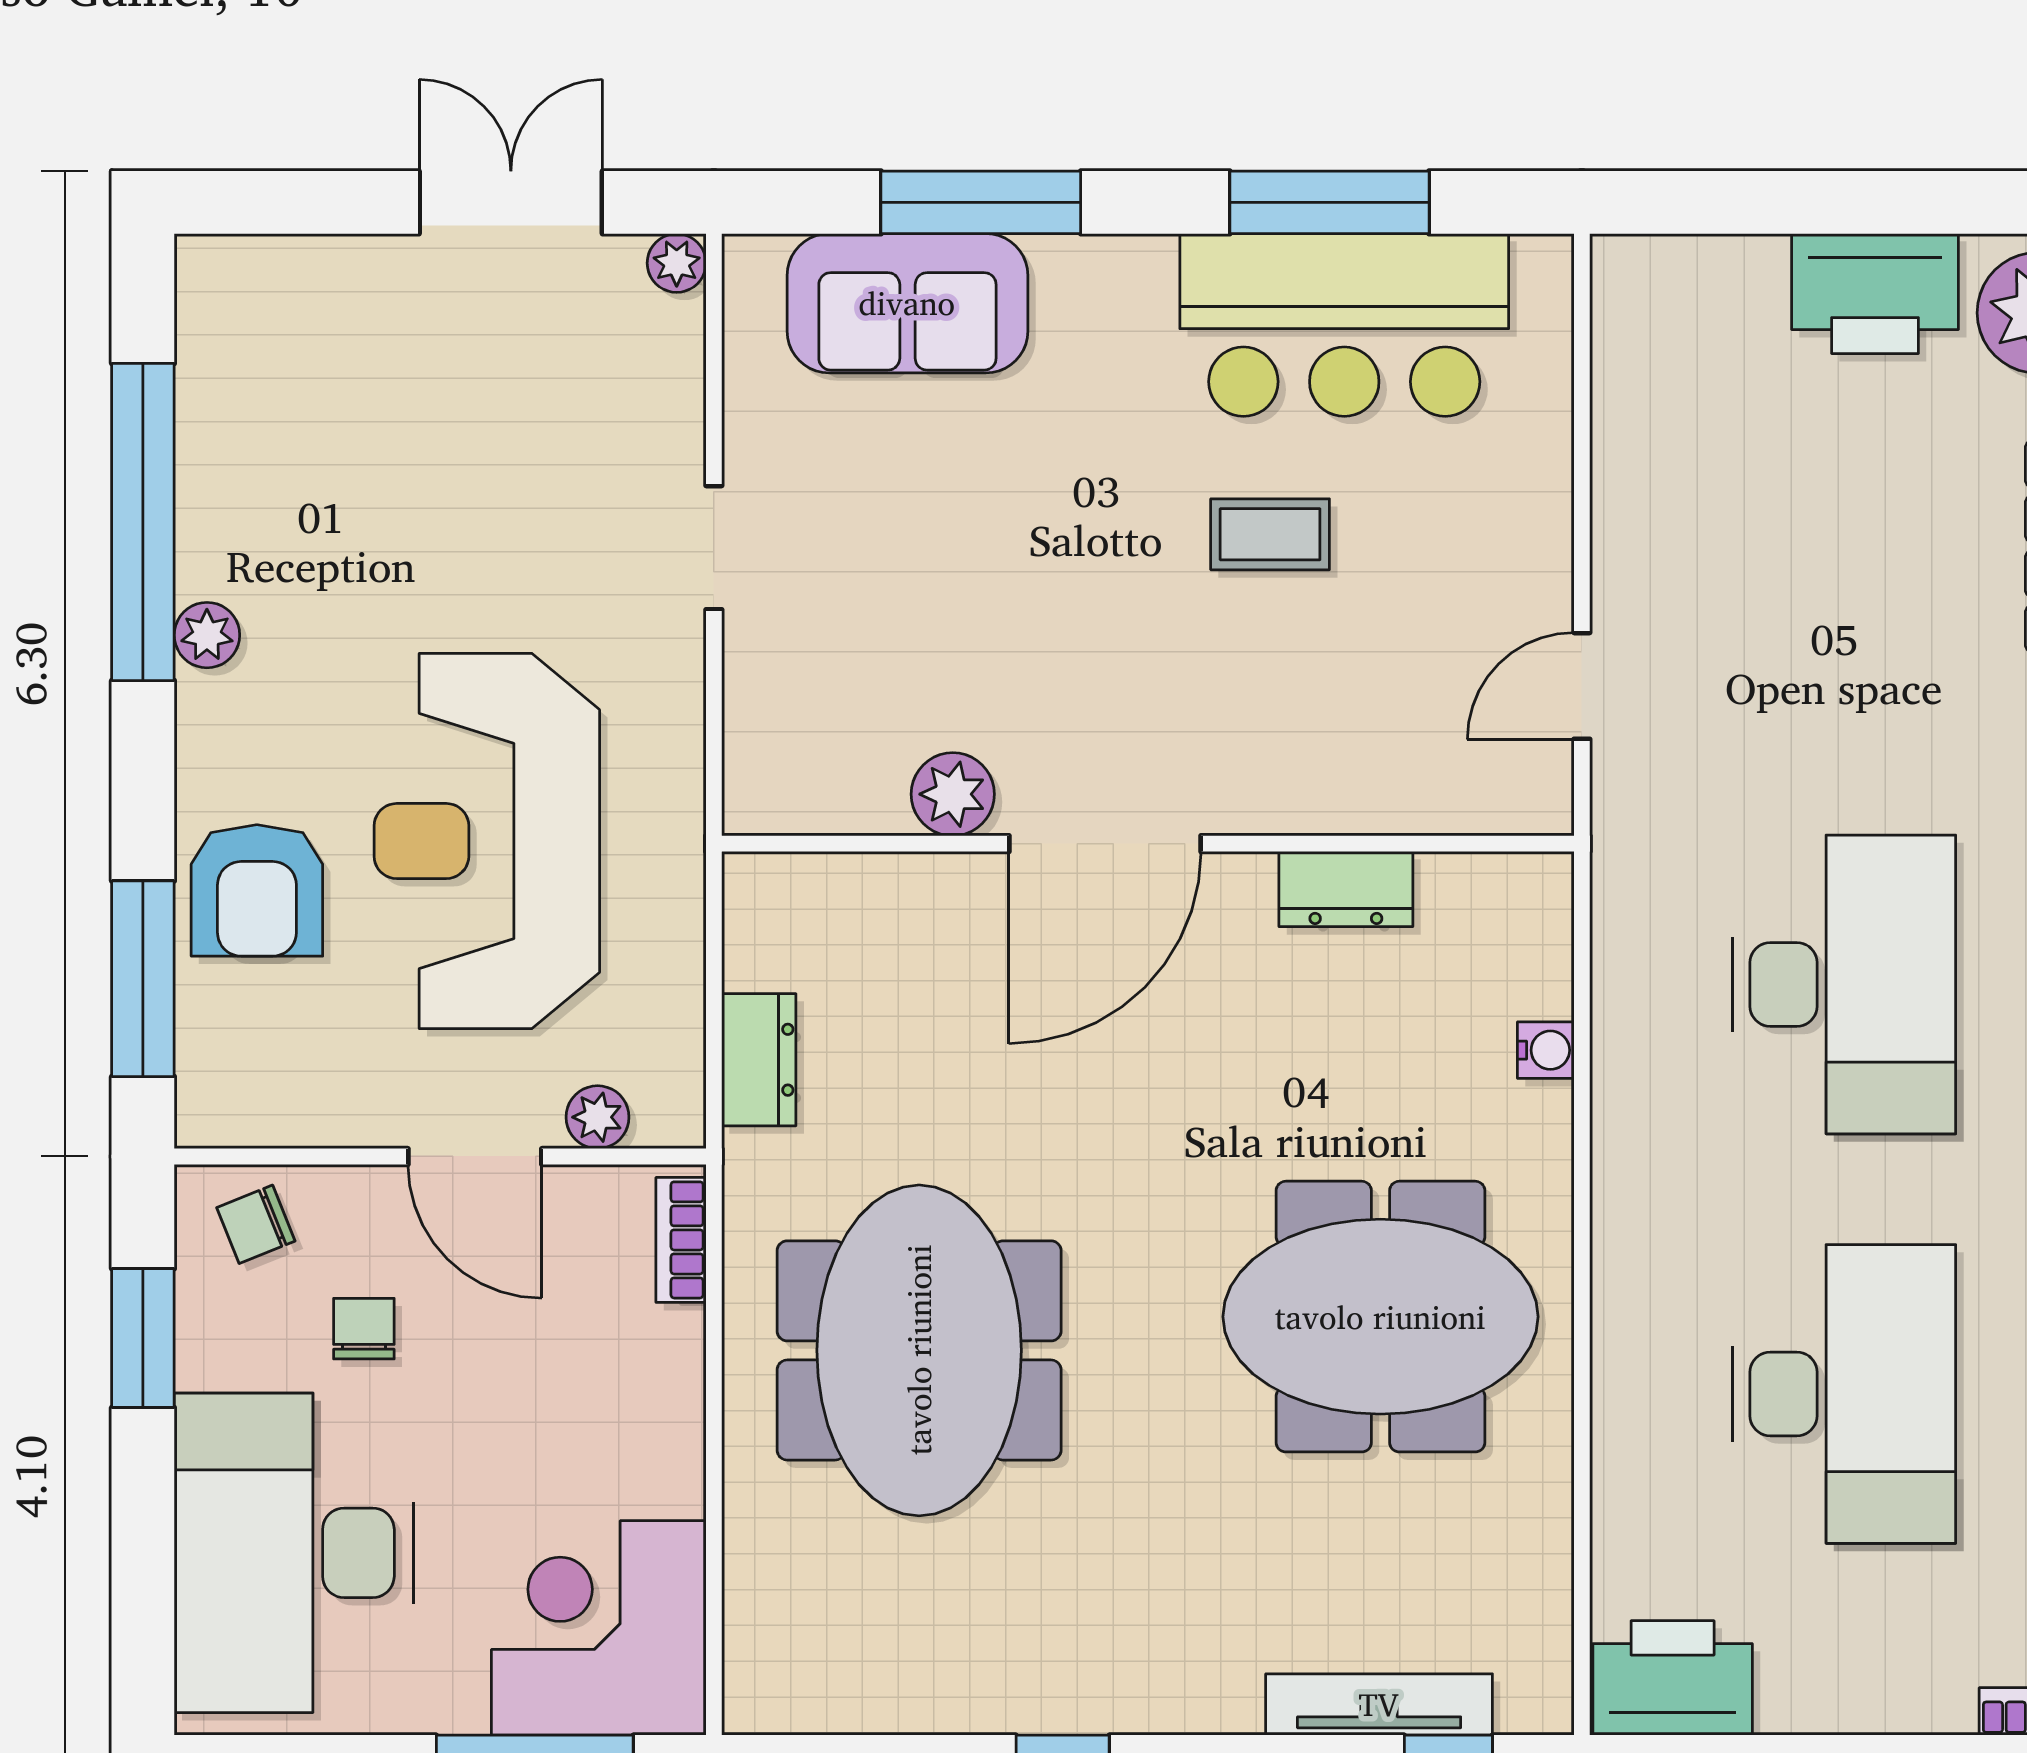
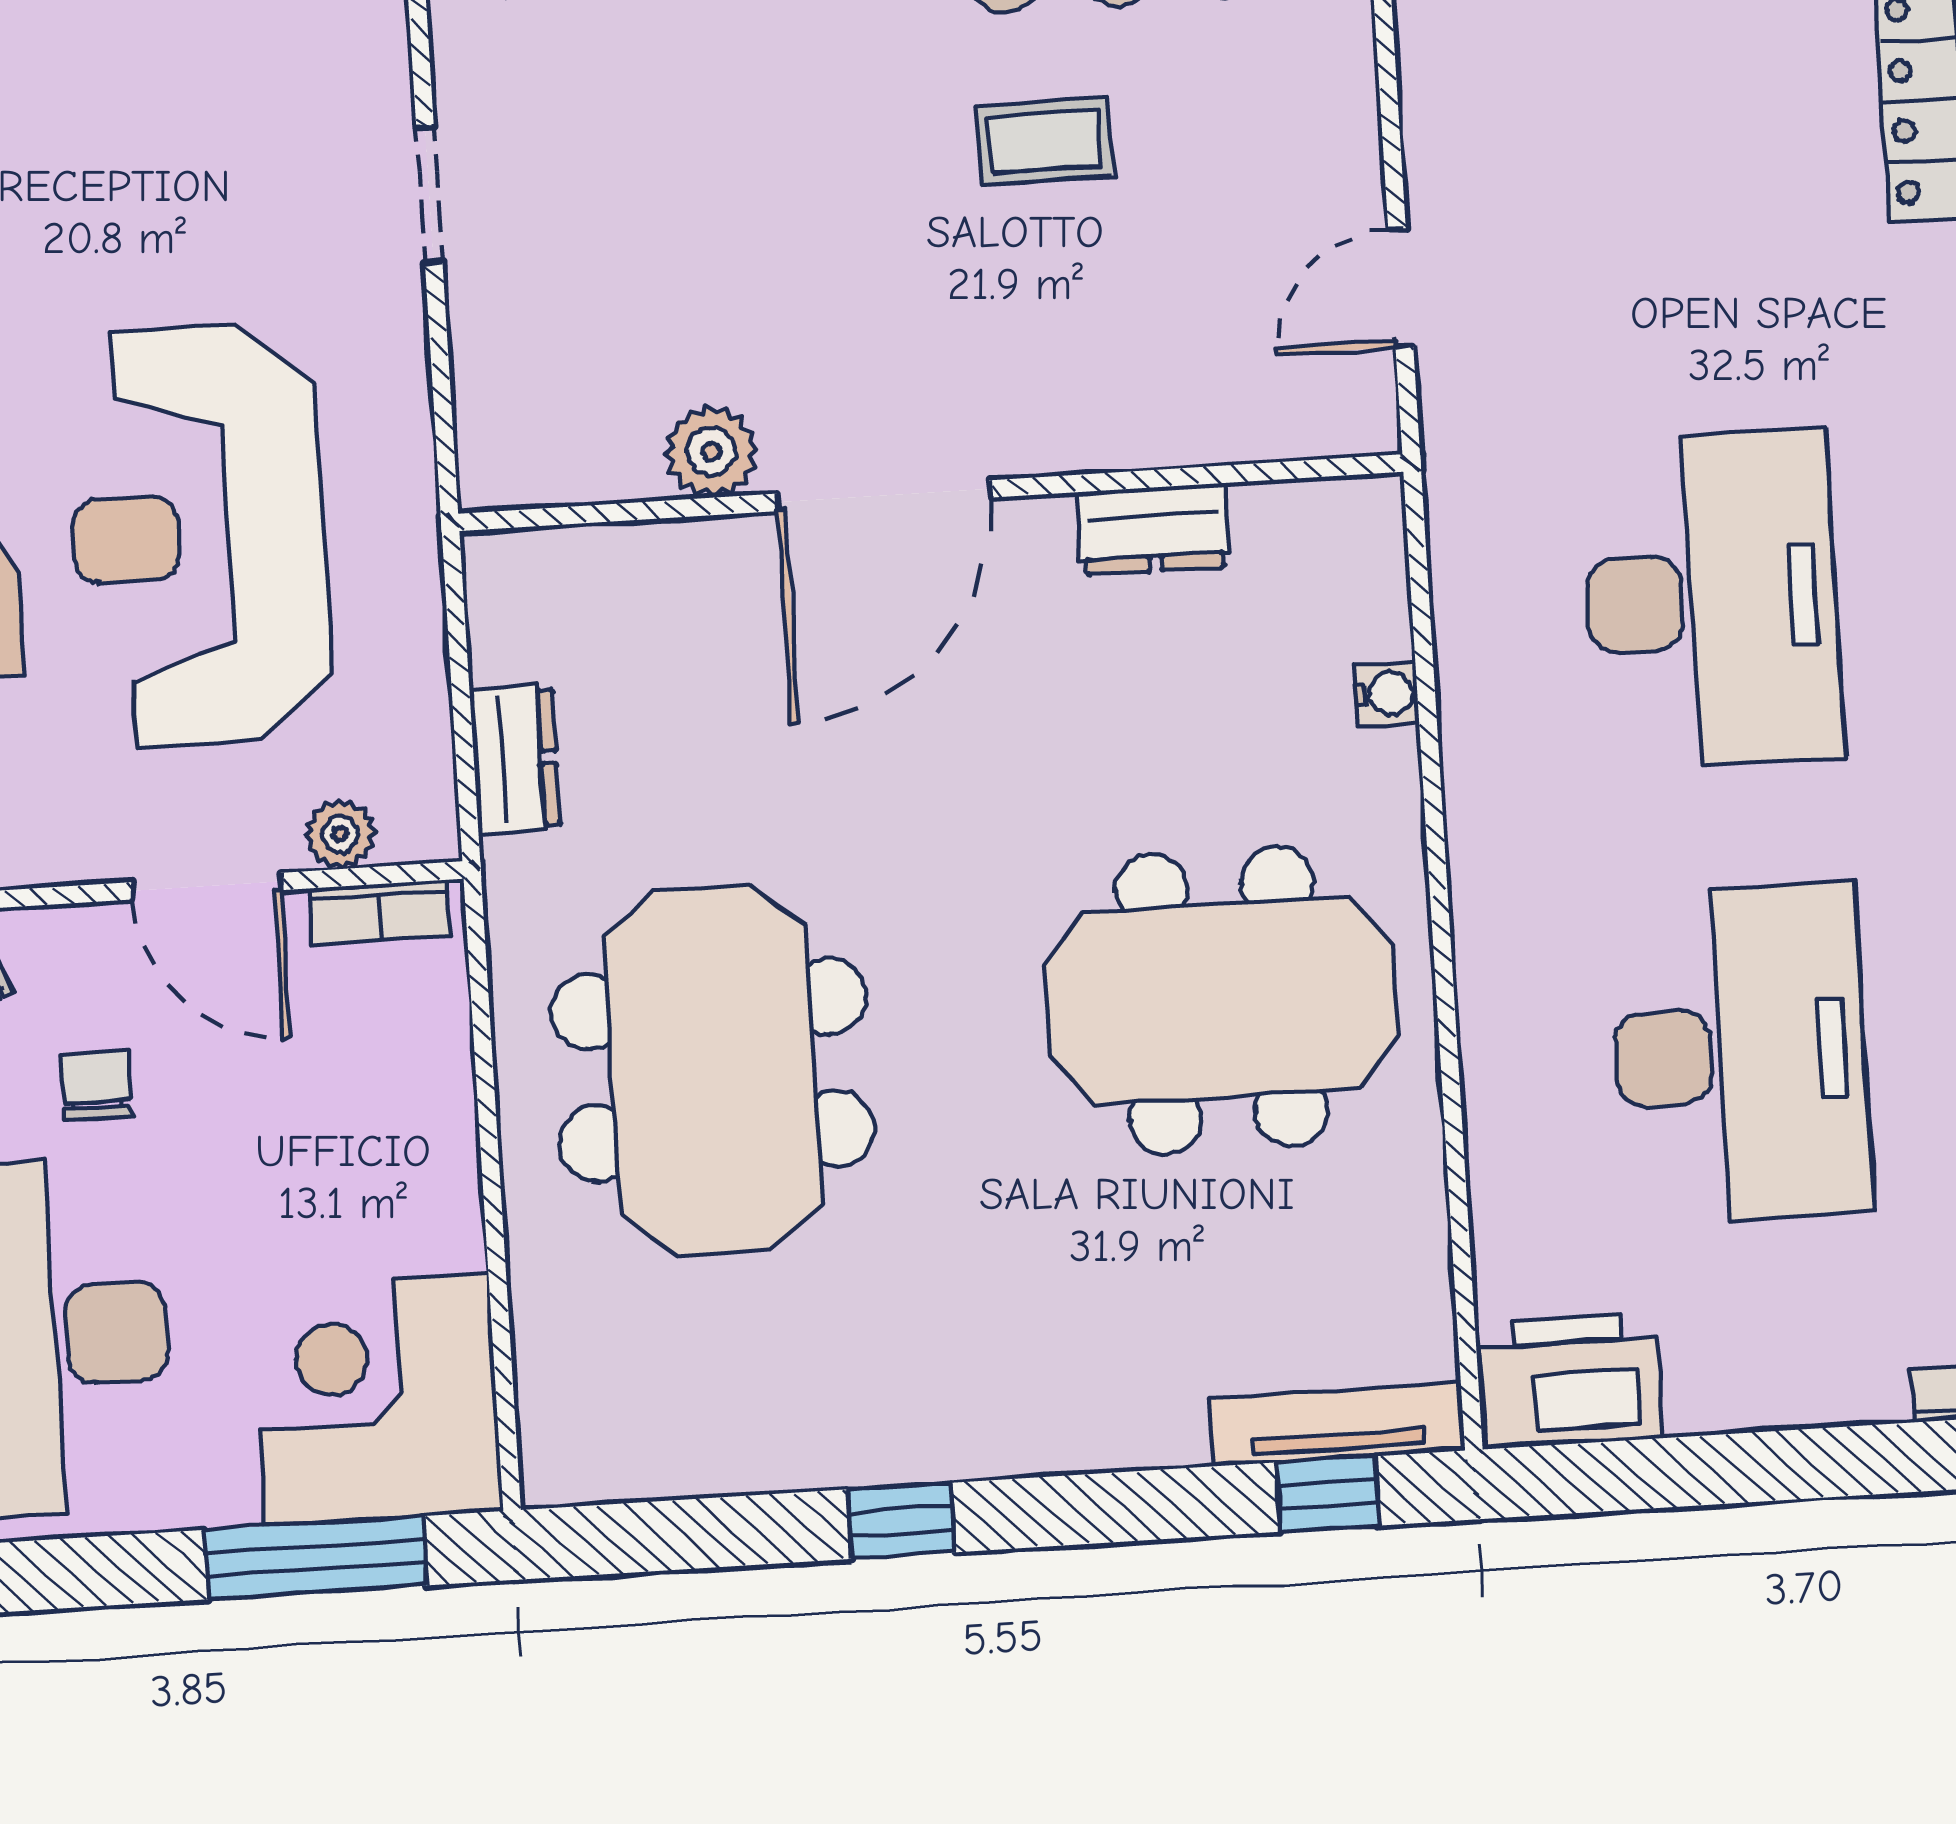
bookcase: (681, 1240) -> (379, 912), moved, turned -90
tv unit: (1379, 1704) -> (1337, 1424), moved

